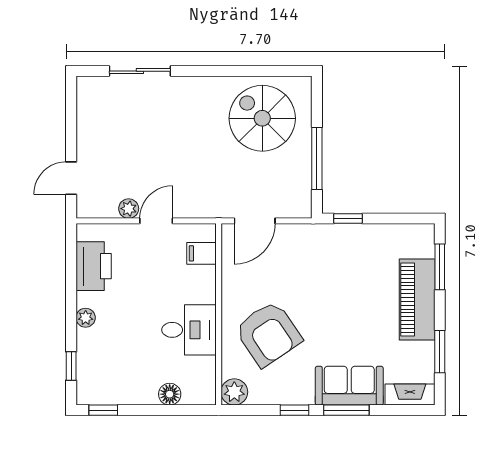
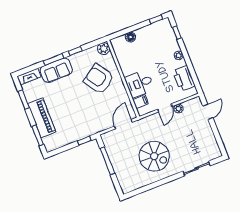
spiral stairs: (262, 118) -> (154, 156), moved
desk: (189, 330) -> (139, 84), moved

